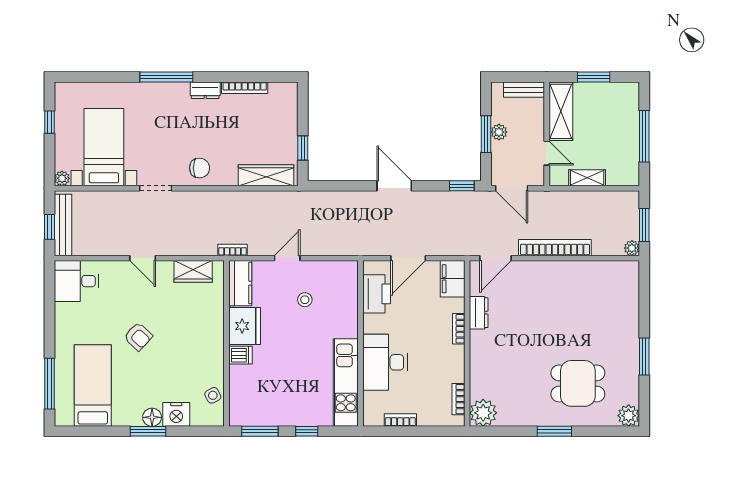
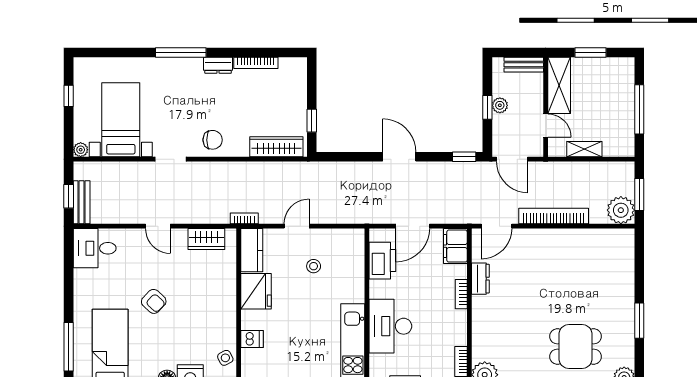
window: (486, 134) -> (487, 107), width x0.67
bench: (63, 225) -> (82, 202), width x0.73
plant: (632, 248) -> (621, 210), width x1.88, depth x1.88
dishwasher: (241, 355) -> (252, 339), moved

